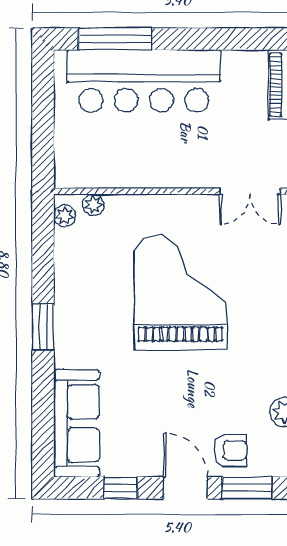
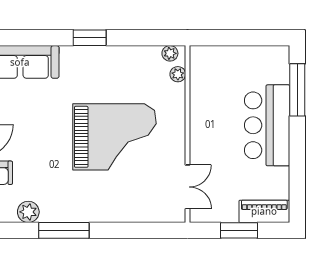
bar counter: (144, 81) -> (267, 125), width x0.73
double door: (250, 191) -> (187, 187), swing flipped

